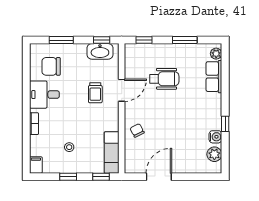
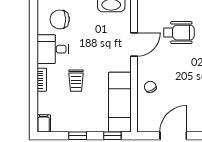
trolley: (95, 93) -> (76, 81), moved
stool: (69, 147) -> (79, 105), removed
exam couch: (112, 152) -> (120, 102), width x1.36, depth x1.45

